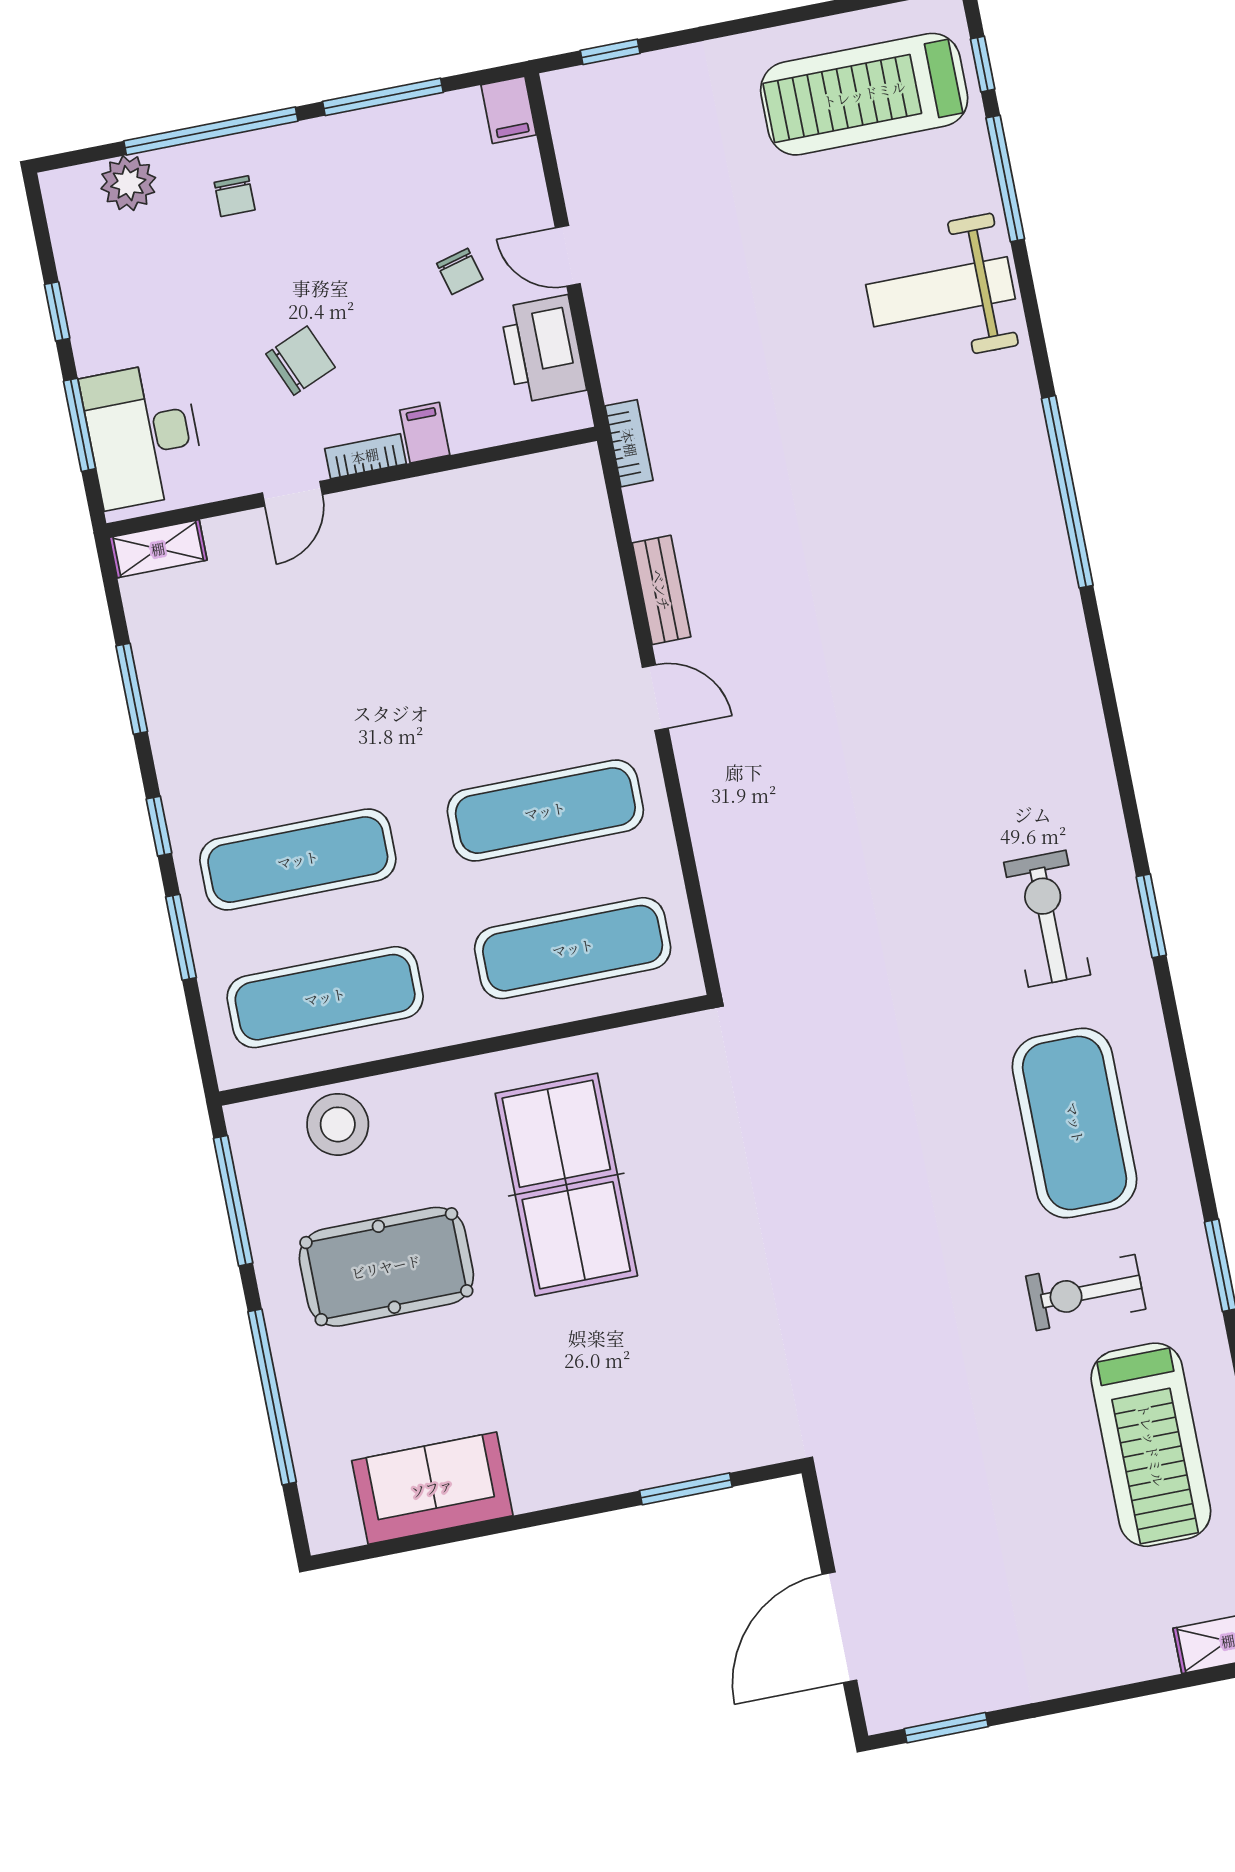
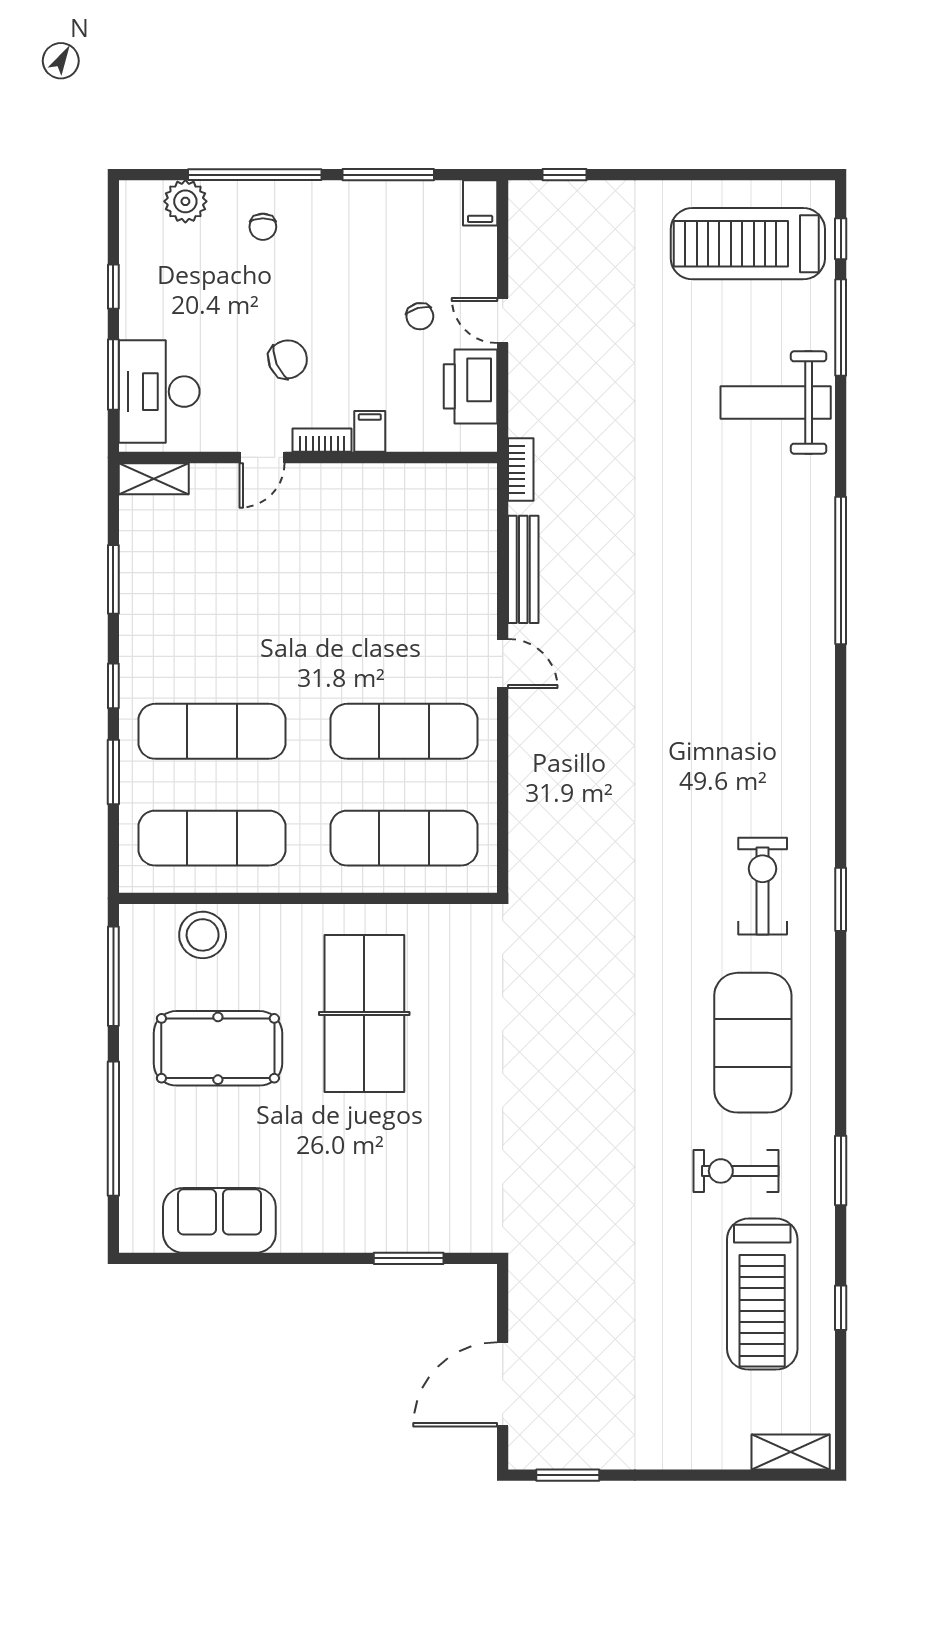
bench: (661, 590) -> (523, 569), width x1.36

